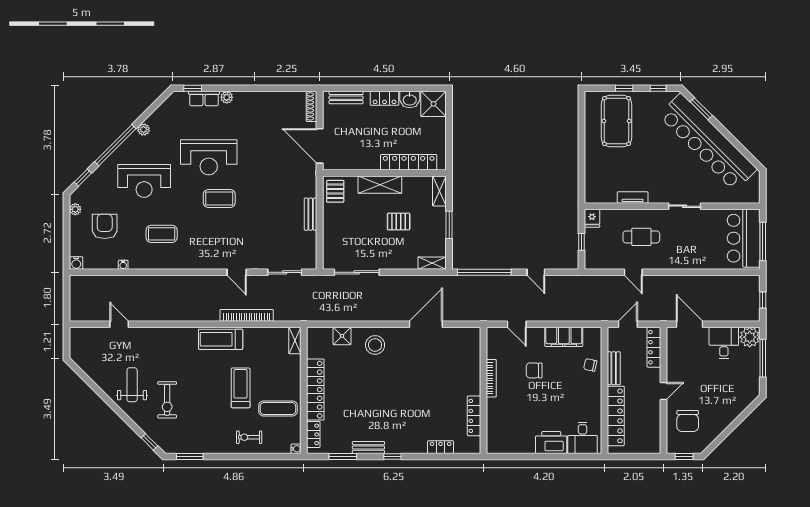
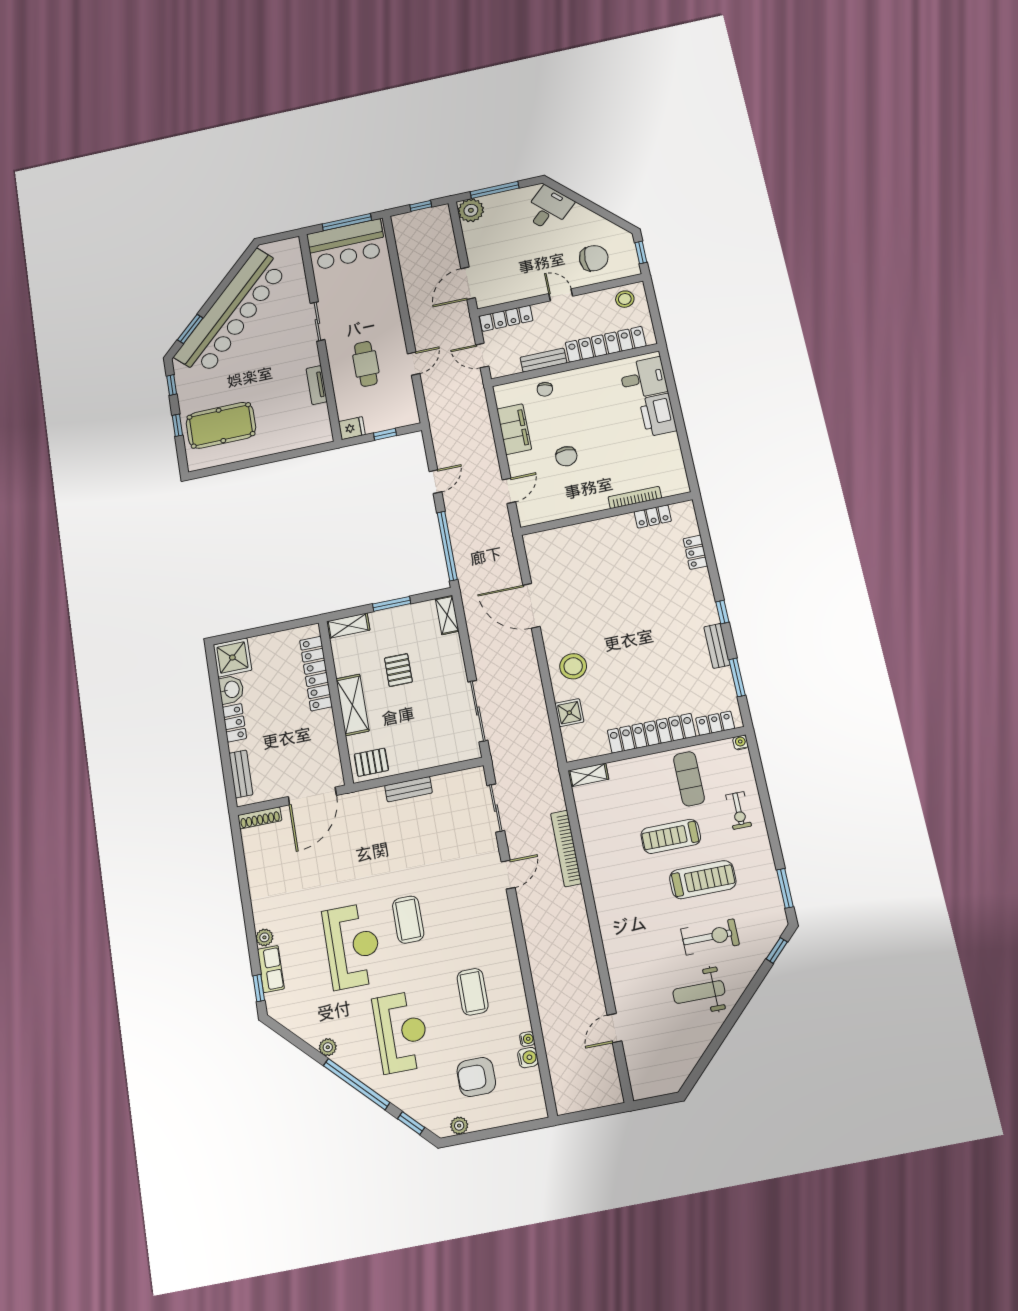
water cooler: (76, 263) -> (528, 1058), moved
treadmill: (221, 339) -> (703, 880), moved, turned -90
desk: (724, 343) -> (548, 208), moved, turned 135
bookcase: (491, 378) -> (635, 498), moved
locker: (474, 416) -> (653, 516), width x0.66
stool: (649, 437) -> (625, 299), added

